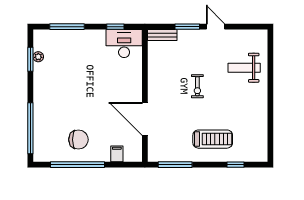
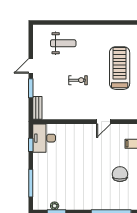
weight bench: (244, 68) -> (63, 43), turned -90
door: (145, 119) -> (104, 122), width x0.53
treadmill: (213, 139) -> (120, 68), width x1.37, depth x1.38

